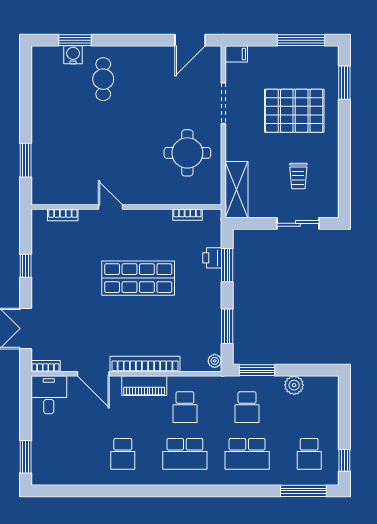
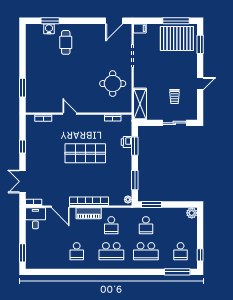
pallet: (294, 111) -> (177, 38), moved
door: (344, 153) -> (200, 84), added
plant: (294, 385) -> (192, 213), moved

